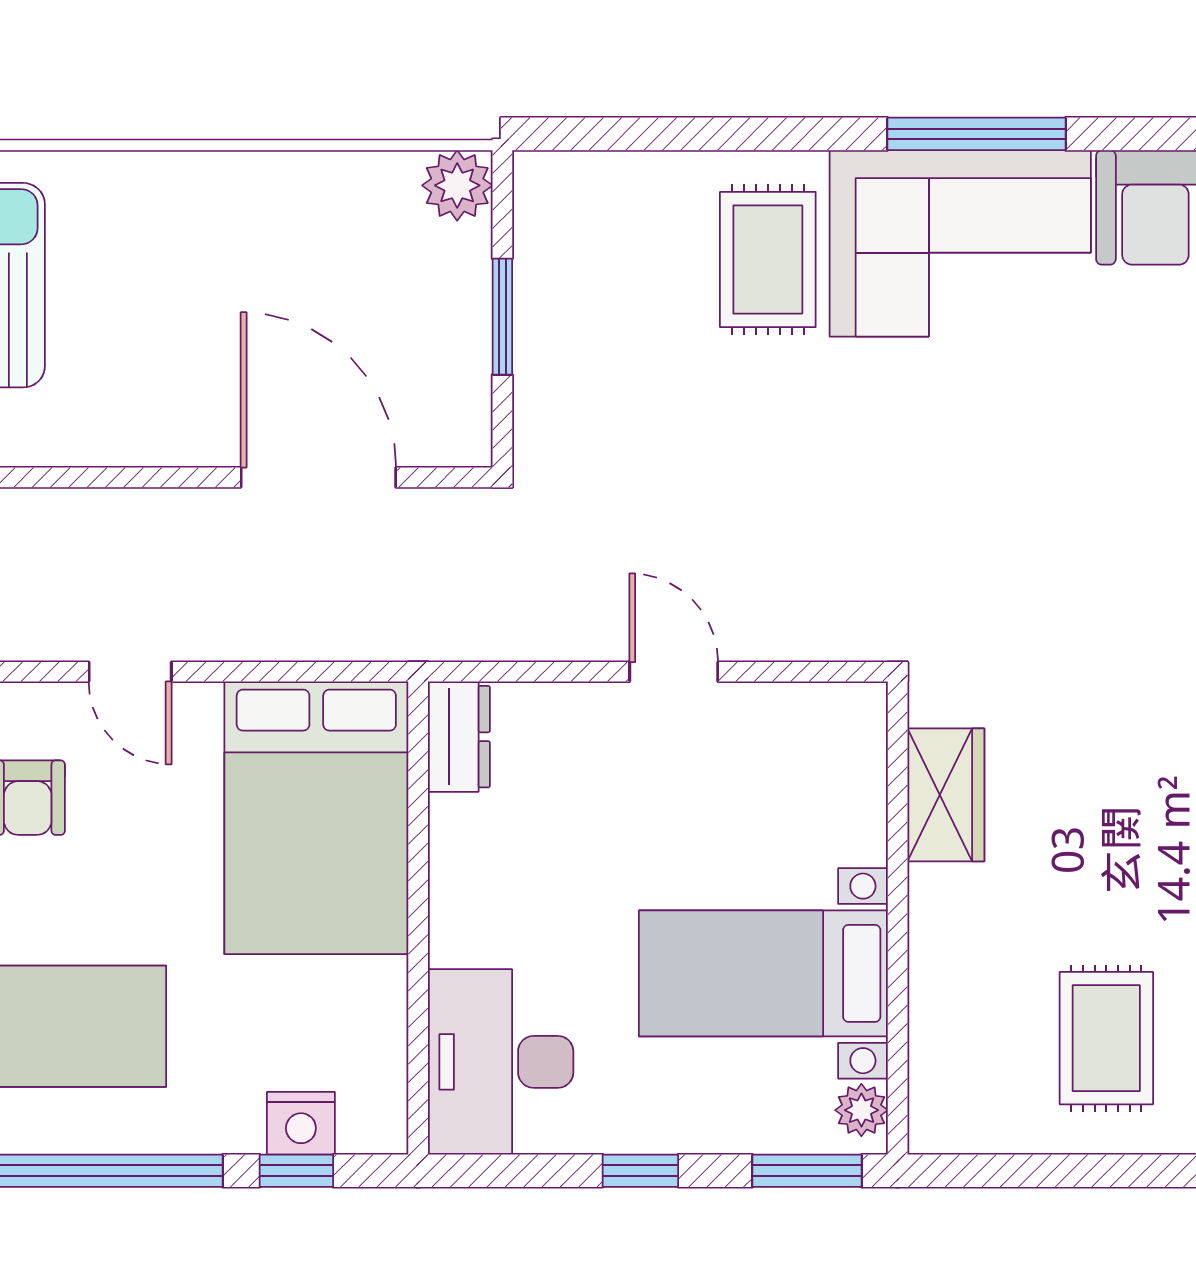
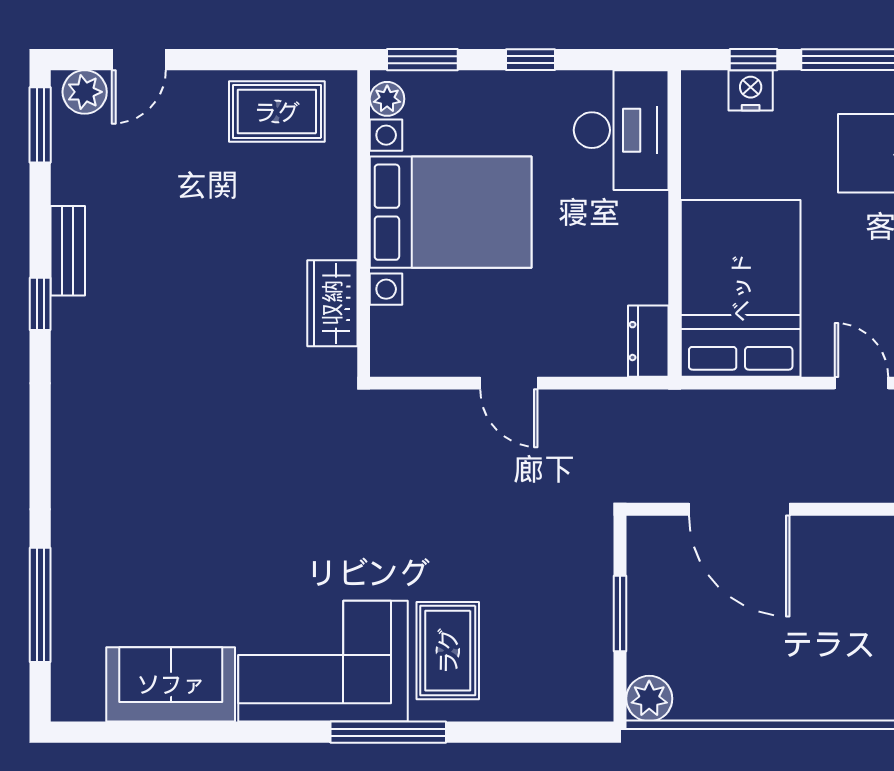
window: (976, 134) -> (388, 732), moved
bed with nightstands: (763, 973) -> (451, 212), width x1.36
rug: (1106, 1038) -> (277, 112), moved, turned 90

